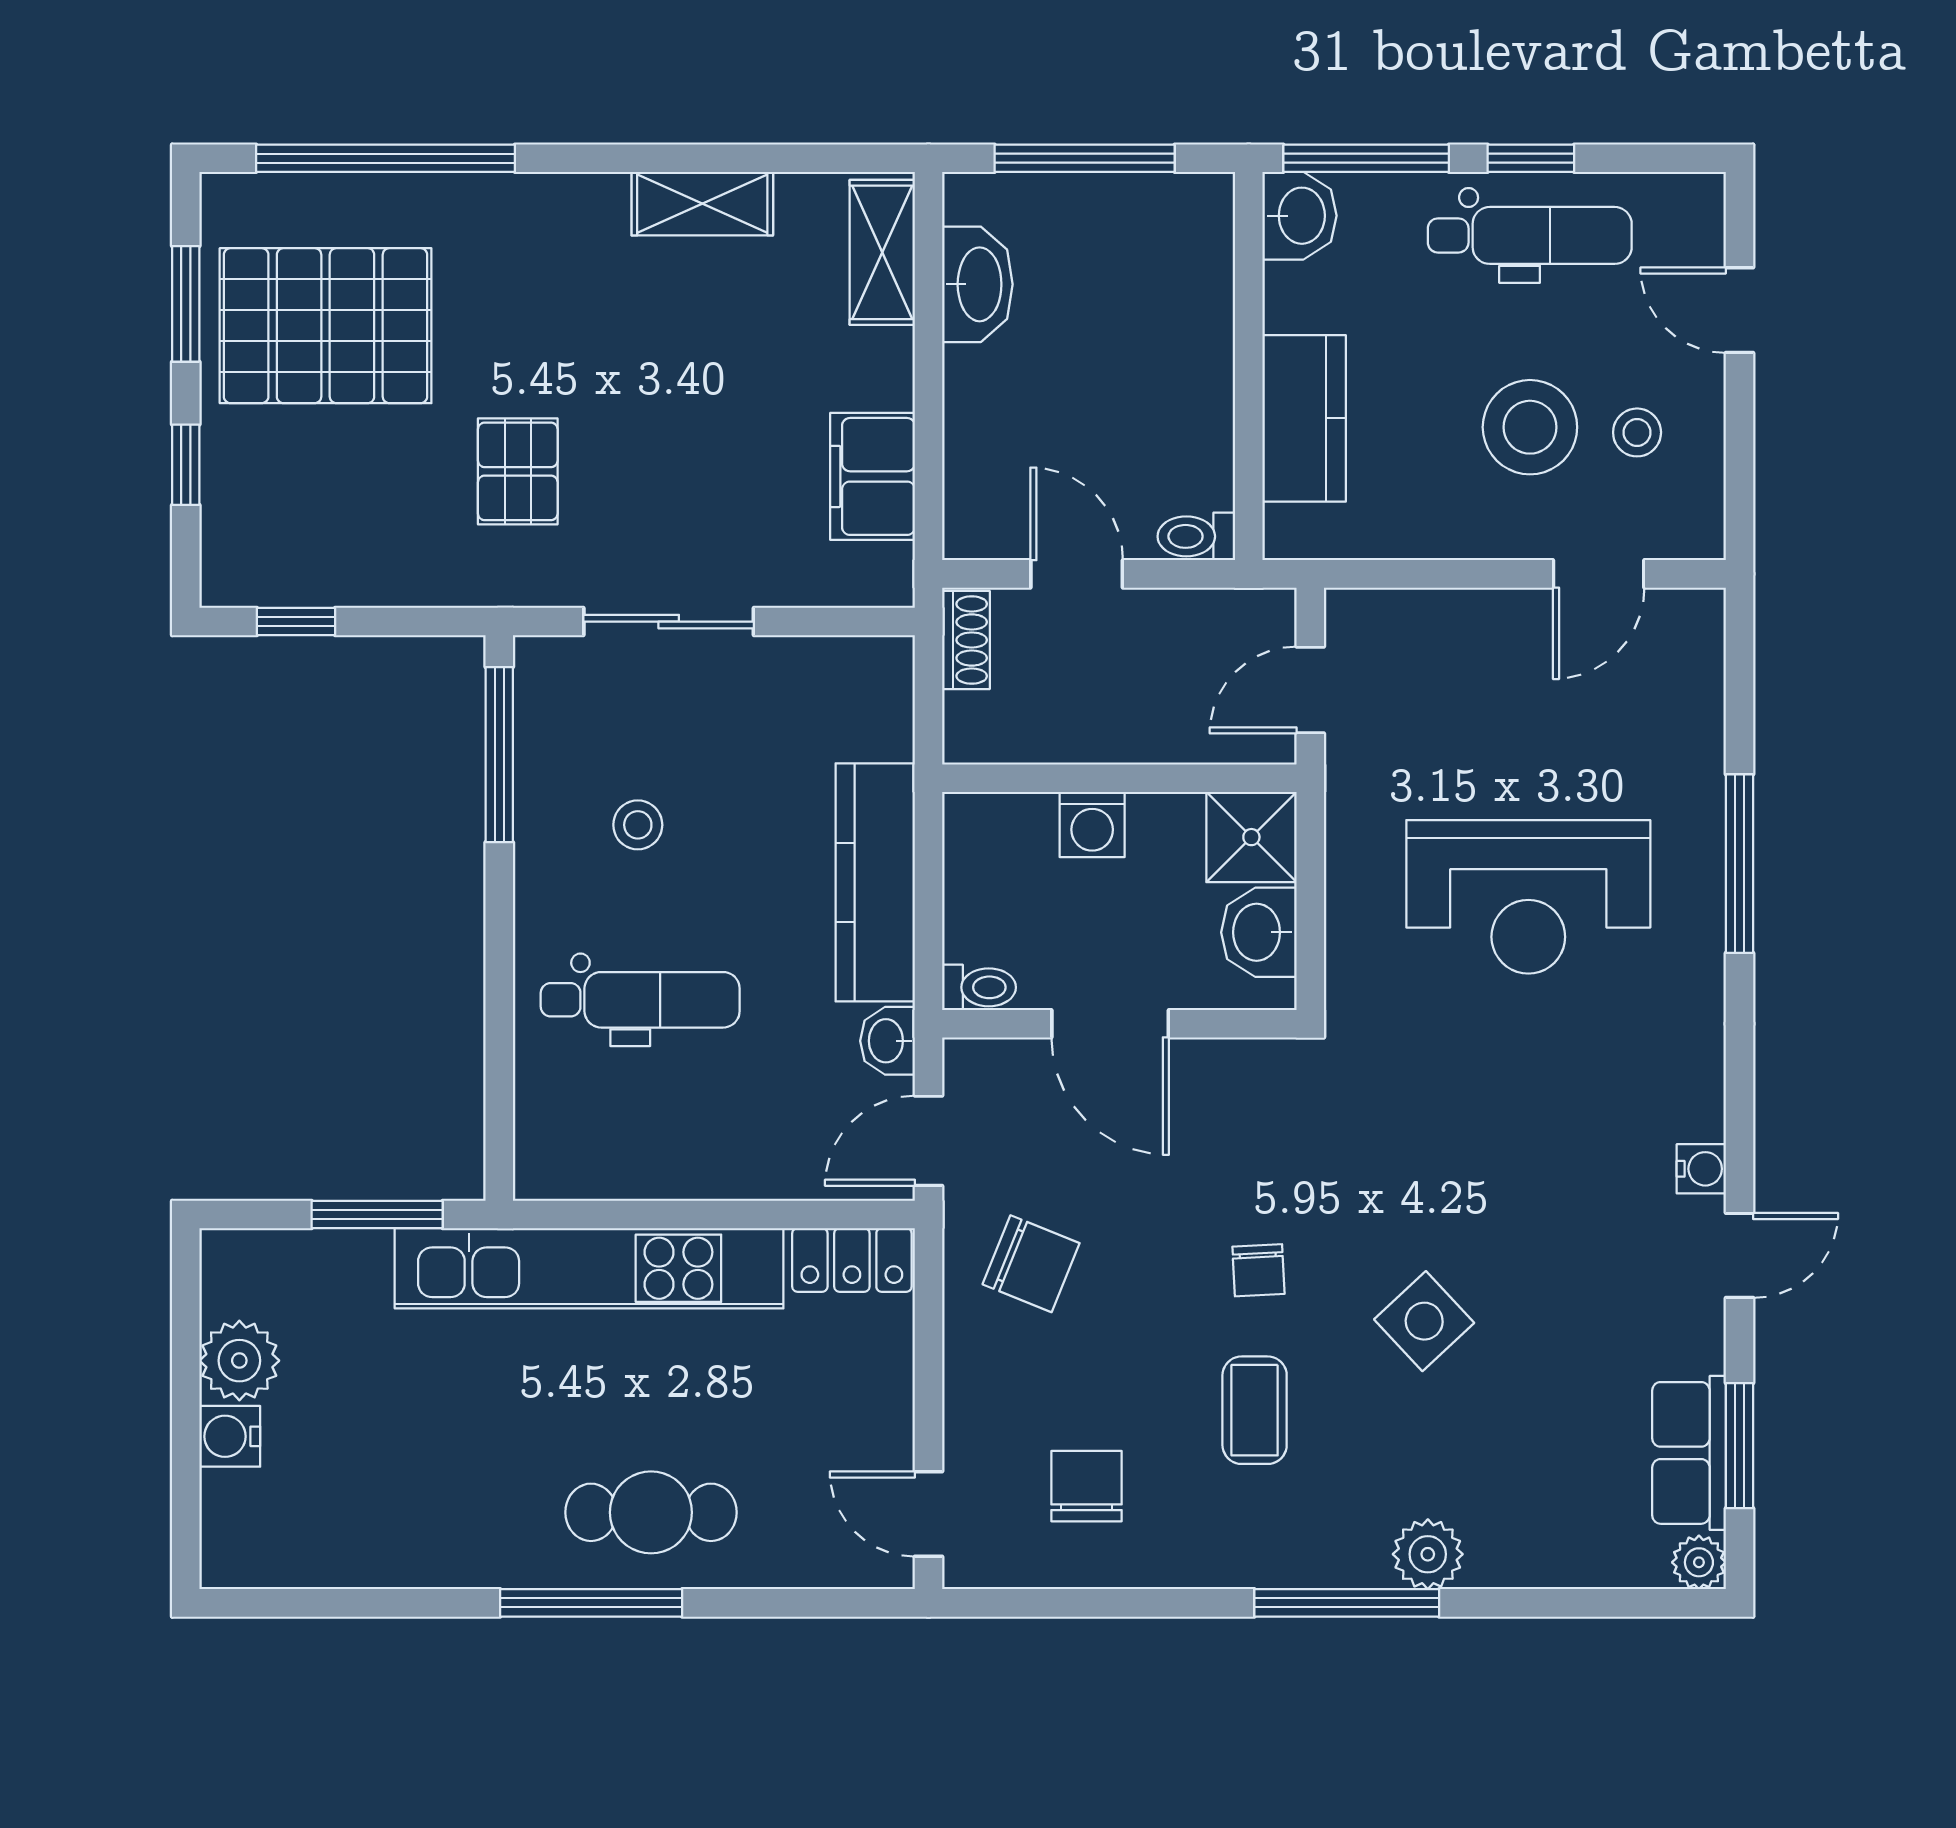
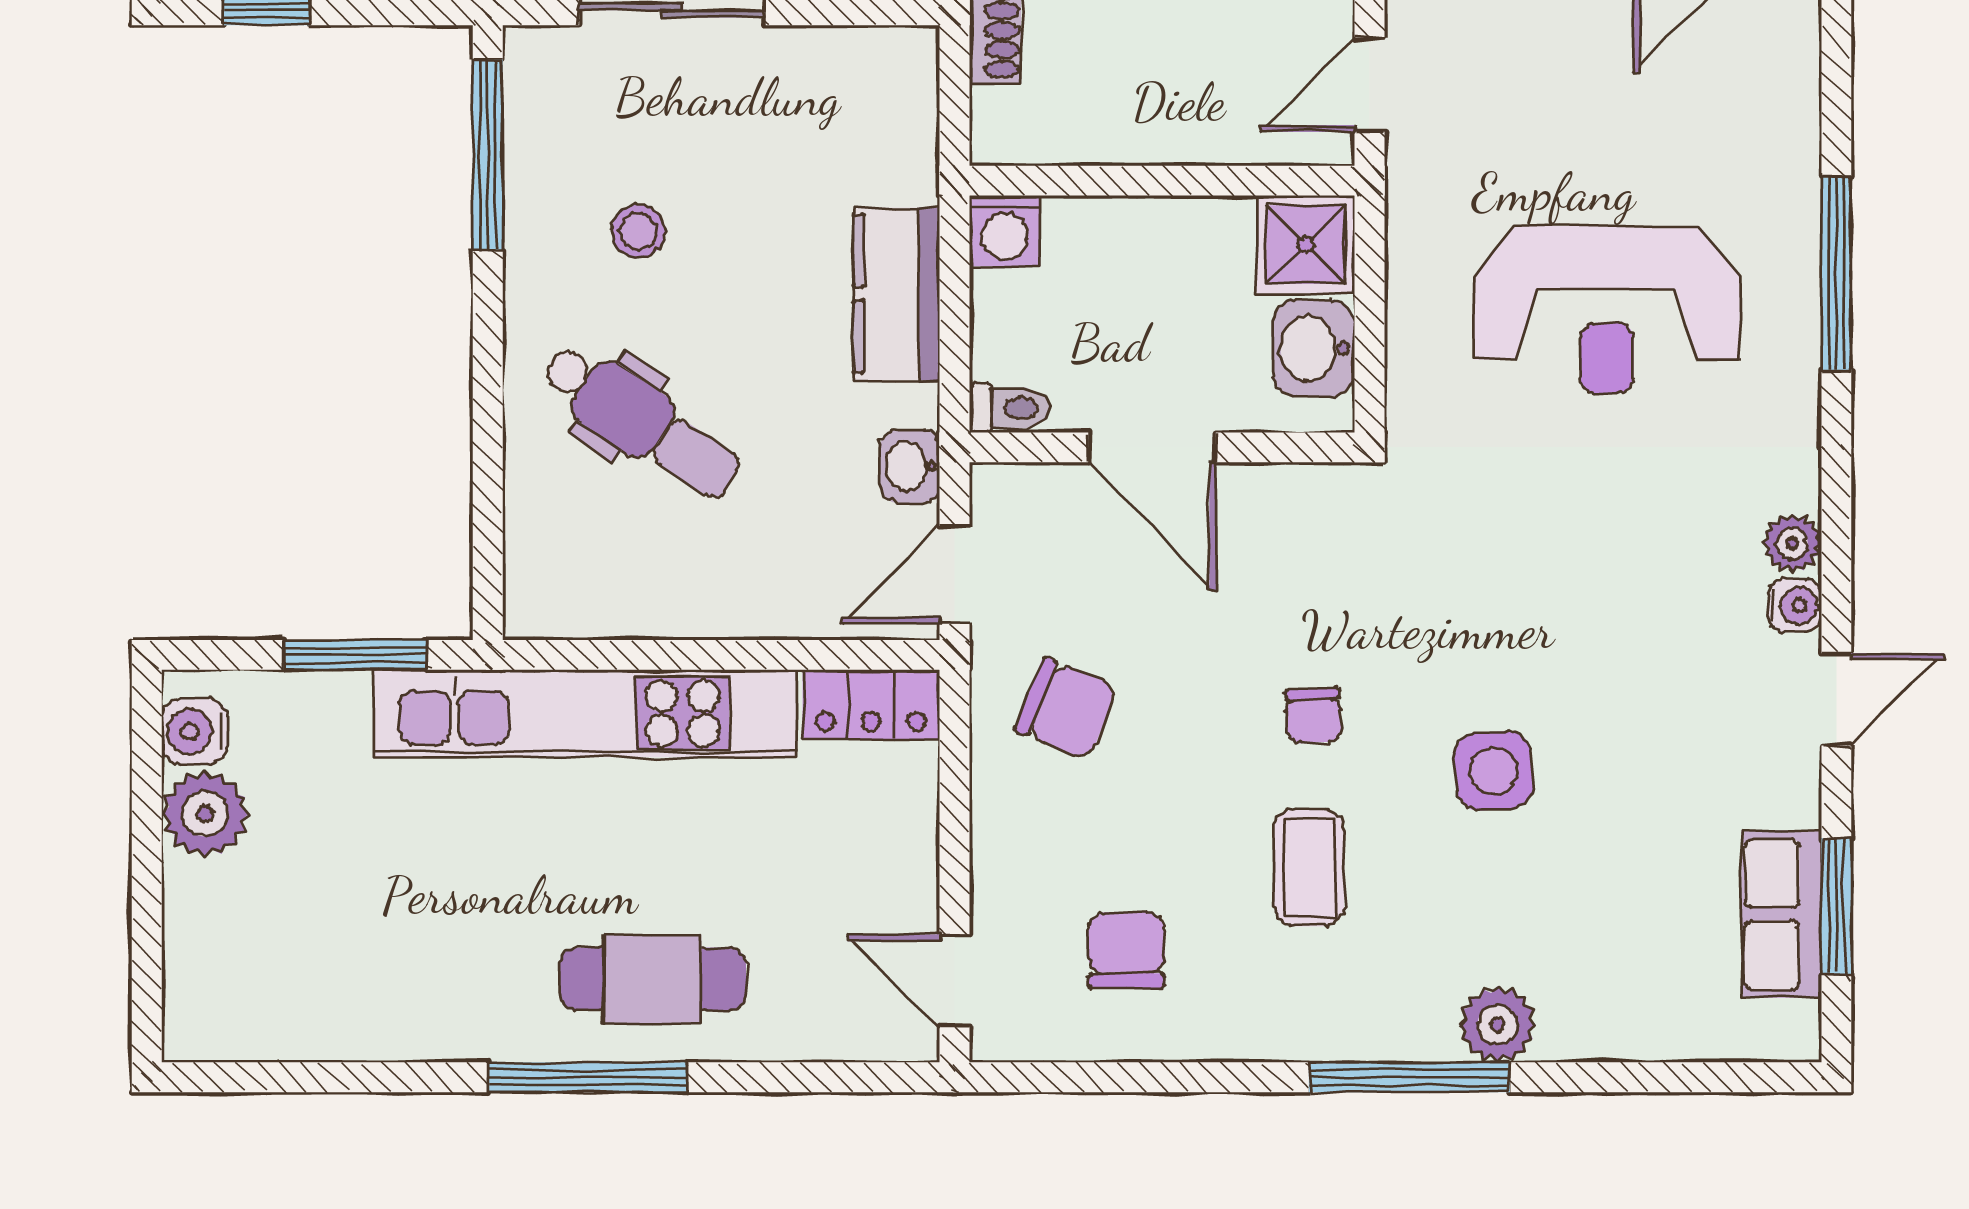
washing machine: (1092, 825) -> (1005, 231), moved
kitchen counter: (875, 882) -> (897, 294), width x0.67
dental chair: (640, 1000) -> (641, 421), turned 34
side table: (1424, 1321) -> (1494, 771), turned 38
water cooler: (230, 1436) -> (195, 731), moved
plant: (1699, 1562) -> (1792, 543), moved

